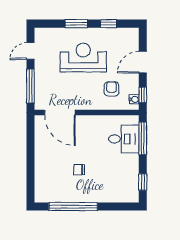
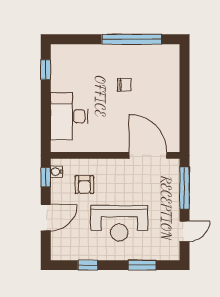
window: (76, 24) -> (142, 265), moved
window: (143, 138) -> (46, 123), removed
desk: (124, 139) -> (69, 116), width x1.37

